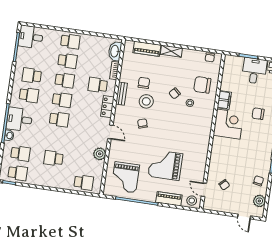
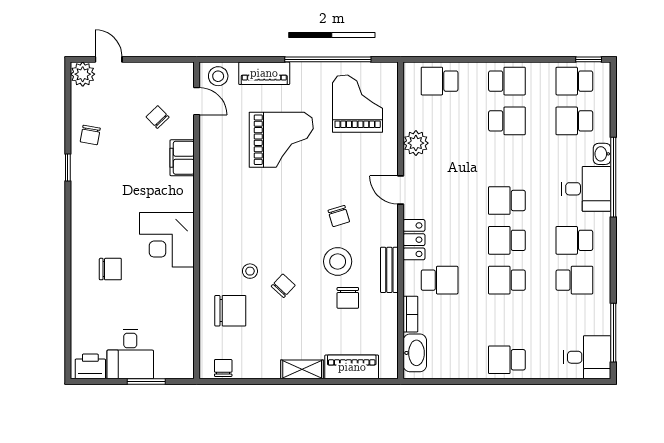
school desk: (68, 61) -> (507, 81), moved, turned 180
filing cabinet: (224, 100) -> (182, 158), moved
plant: (259, 201) -> (83, 74), moved

